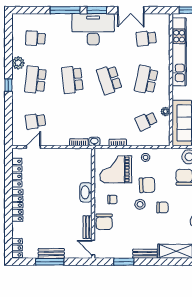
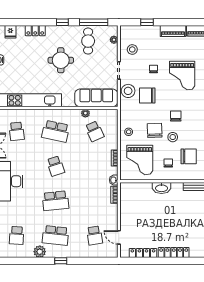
school desk: (109, 80) -> (56, 166), width x0.54
chair: (104, 222) -> (189, 156), moved

